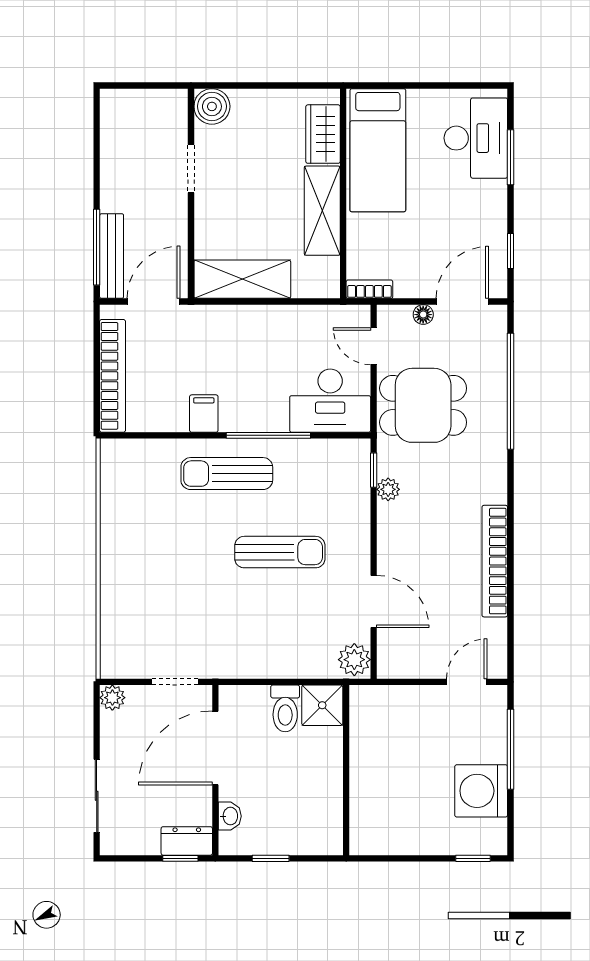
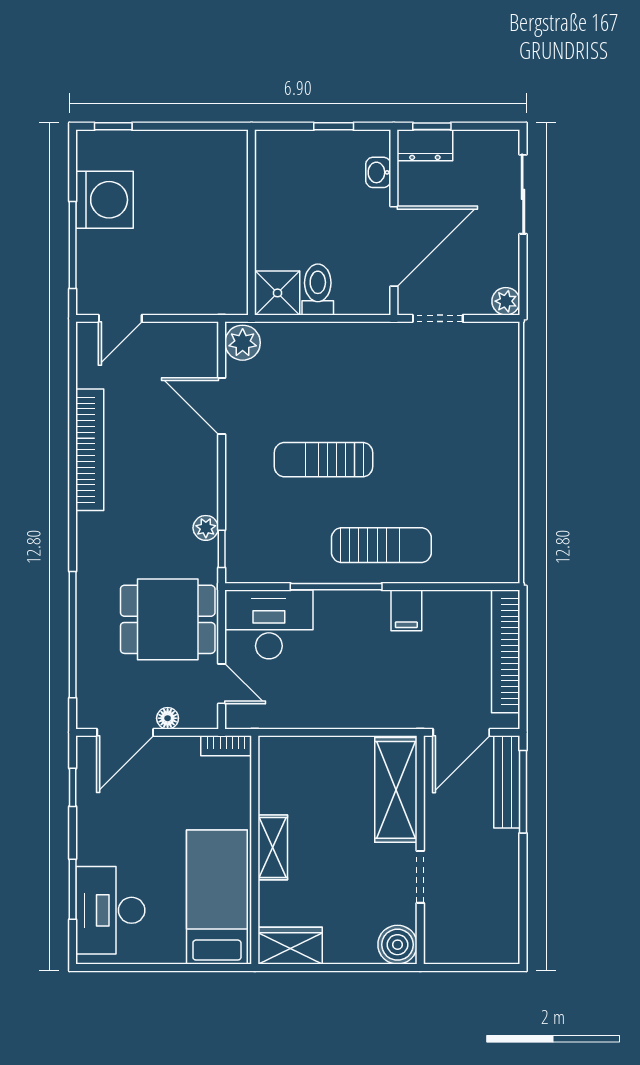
wardrobe: (323, 134) -> (290, 946), moved, turned -90
shelving: (322, 211) -> (273, 847), width x0.67, depth x0.75
shelving: (242, 279) -> (396, 790), moved, turned 90

